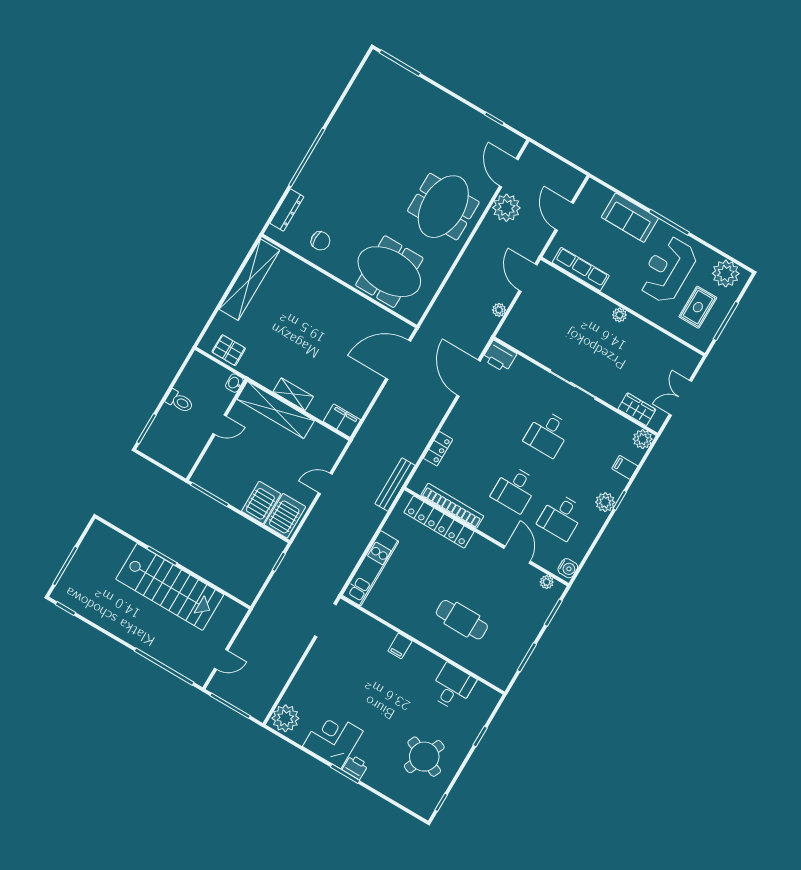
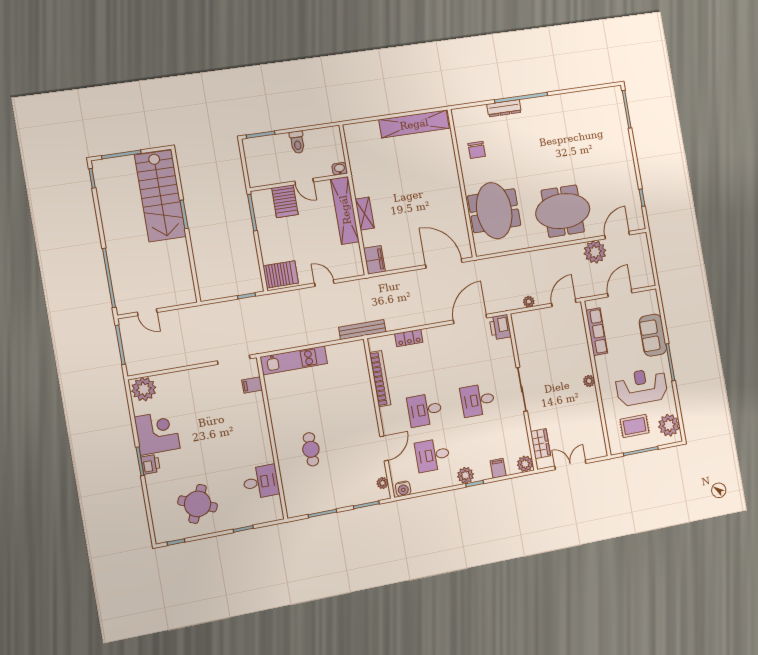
dresser: (287, 210) -> (504, 108), moved
pallet: (229, 350) -> (358, 147), removed
server rack: (261, 503) -> (285, 201), moved, turned 90
locker: (439, 522) -> (362, 379), removed
stairs: (170, 587) -> (160, 196), moved
cafe table: (462, 620) -> (311, 449), width x0.73, depth x0.74
filing cabinet: (400, 646) -> (252, 385), moved

